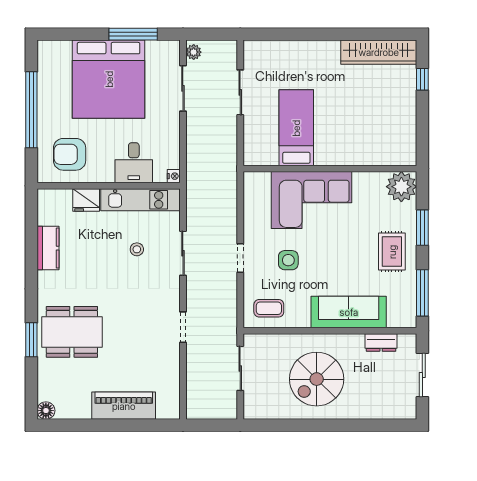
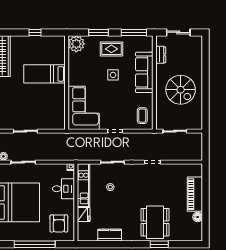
window: (422, 79) -> (35, 32), moved
bed: (296, 128) -> (44, 74), moved
corner sofa: (312, 200) -> (84, 108), moved
side table: (288, 260) -> (113, 75), moved
floor lamp: (46, 411) -> (198, 217), moved

